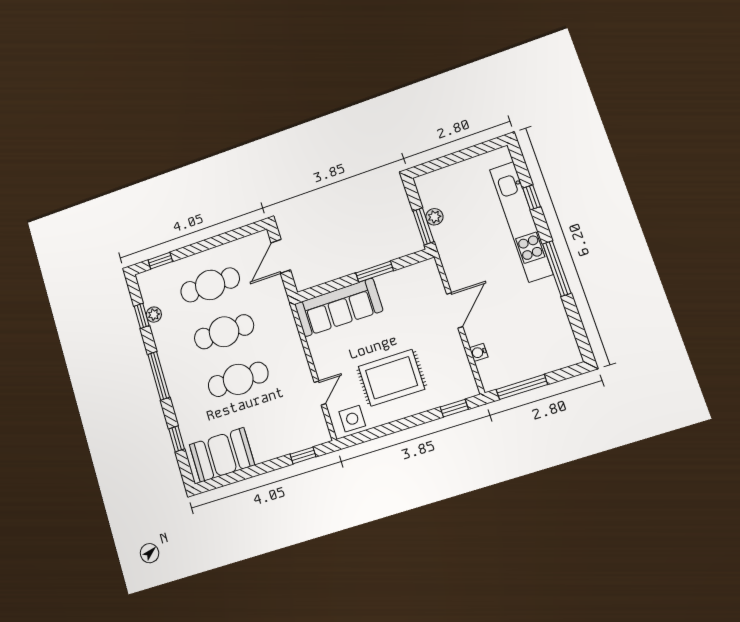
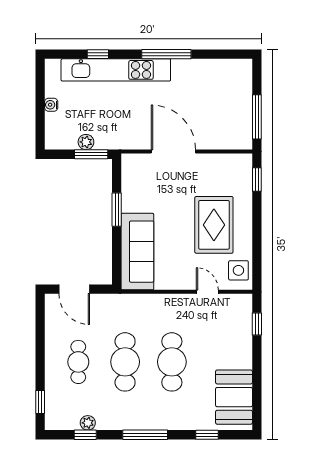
cafe table: (210, 285) -> (78, 362), width x0.73, depth x0.74
door: (455, 310) -> (173, 152), width x1.36
water cooler: (479, 352) -> (51, 105), moved, turned 90

